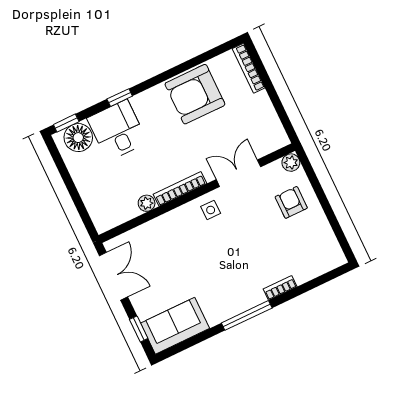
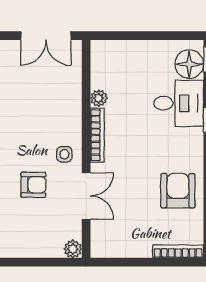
armchair: (195, 94) -> (178, 191), width x0.73, depth x0.73
armchair: (291, 202) -> (33, 185), moved

